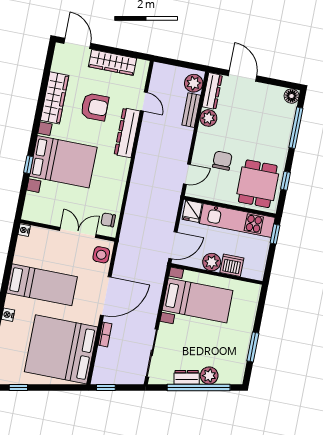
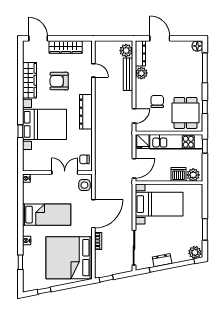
armchair: (95, 107) -> (59, 81), turned 180
bench: (191, 110) -> (128, 74), width x1.36
dresser: (127, 133) -> (86, 112), moved
plant: (212, 262) -> (193, 175), moved
plant: (209, 376) -> (195, 252), moved

